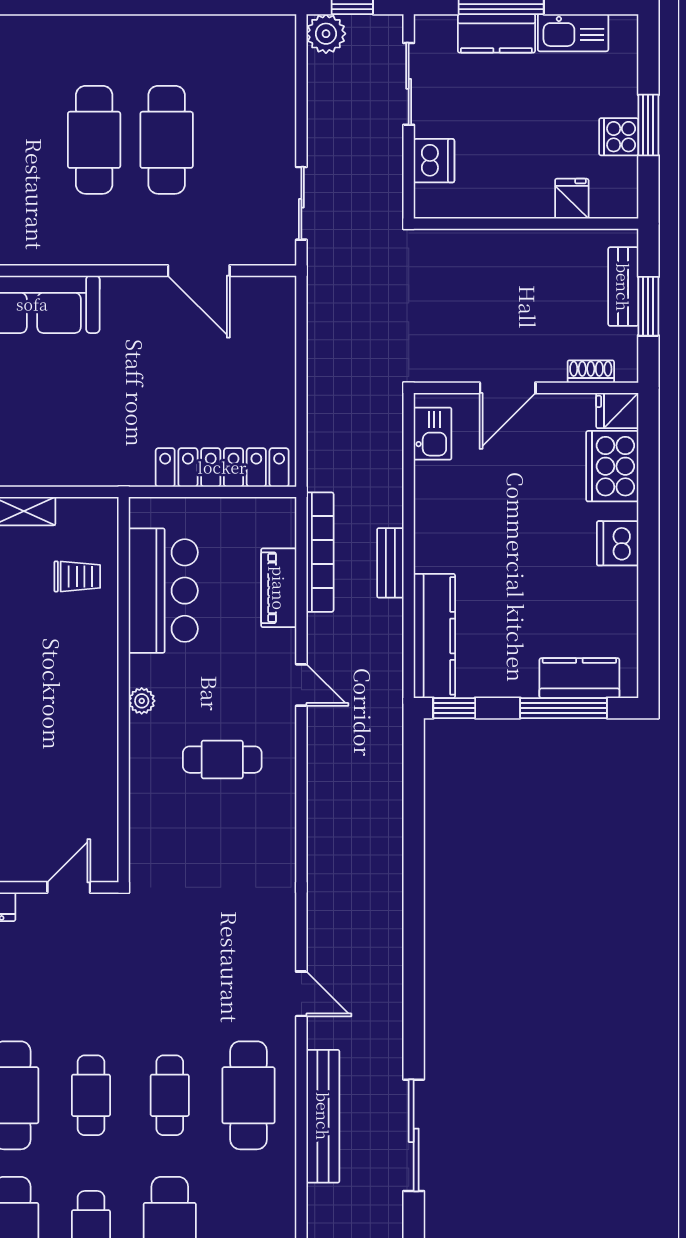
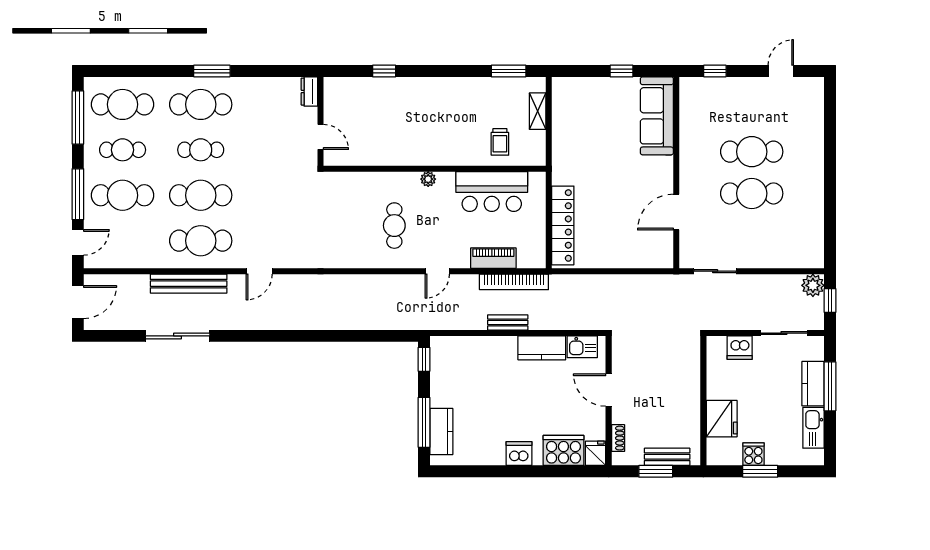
fridge: (572, 199) -> (722, 419), width x1.88, depth x1.34
kitchen counter: (434, 636) -> (542, 348), moved, width x0.67
cafe table: (170, 1095) -> (201, 195), width x1.37, depth x1.35

